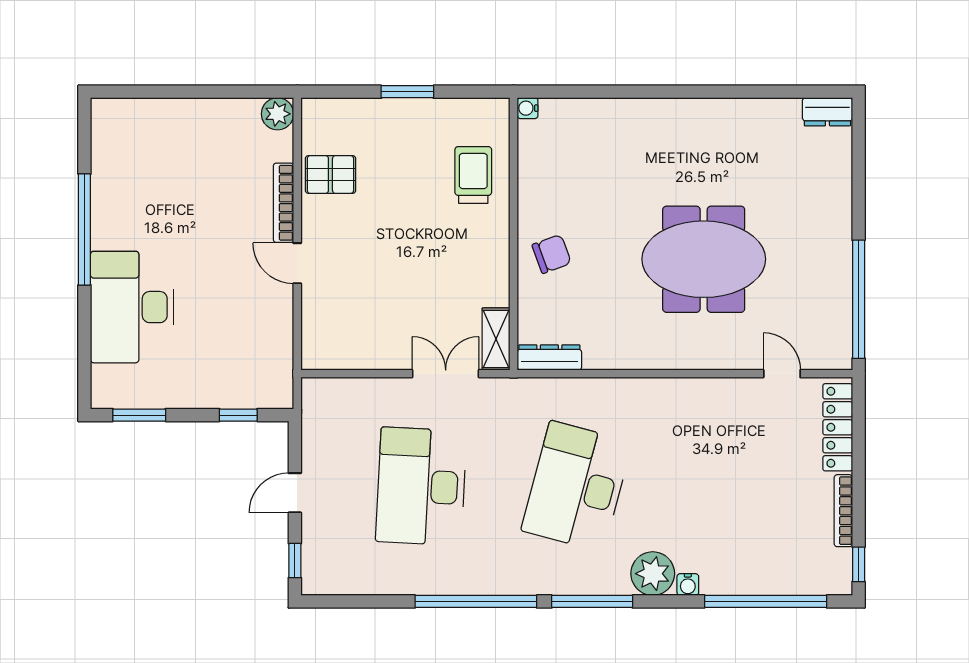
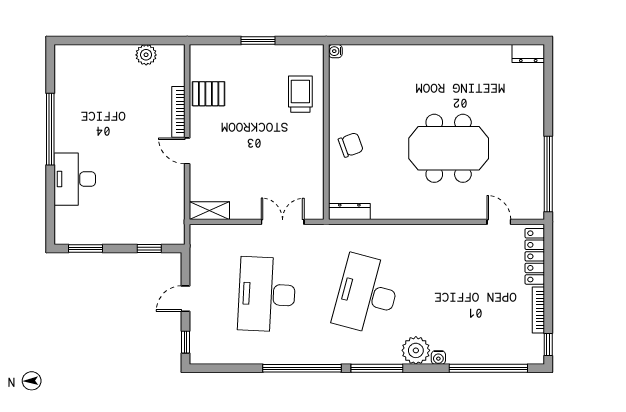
plant: (277, 114) -> (146, 55), moved
desk: (132, 307) -> (75, 179), width x0.73, depth x0.77
shelving: (496, 339) -> (209, 211), moved, turned 90

